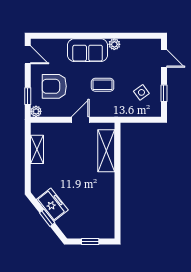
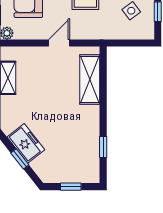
window: (118, 208) -> (103, 147), added

